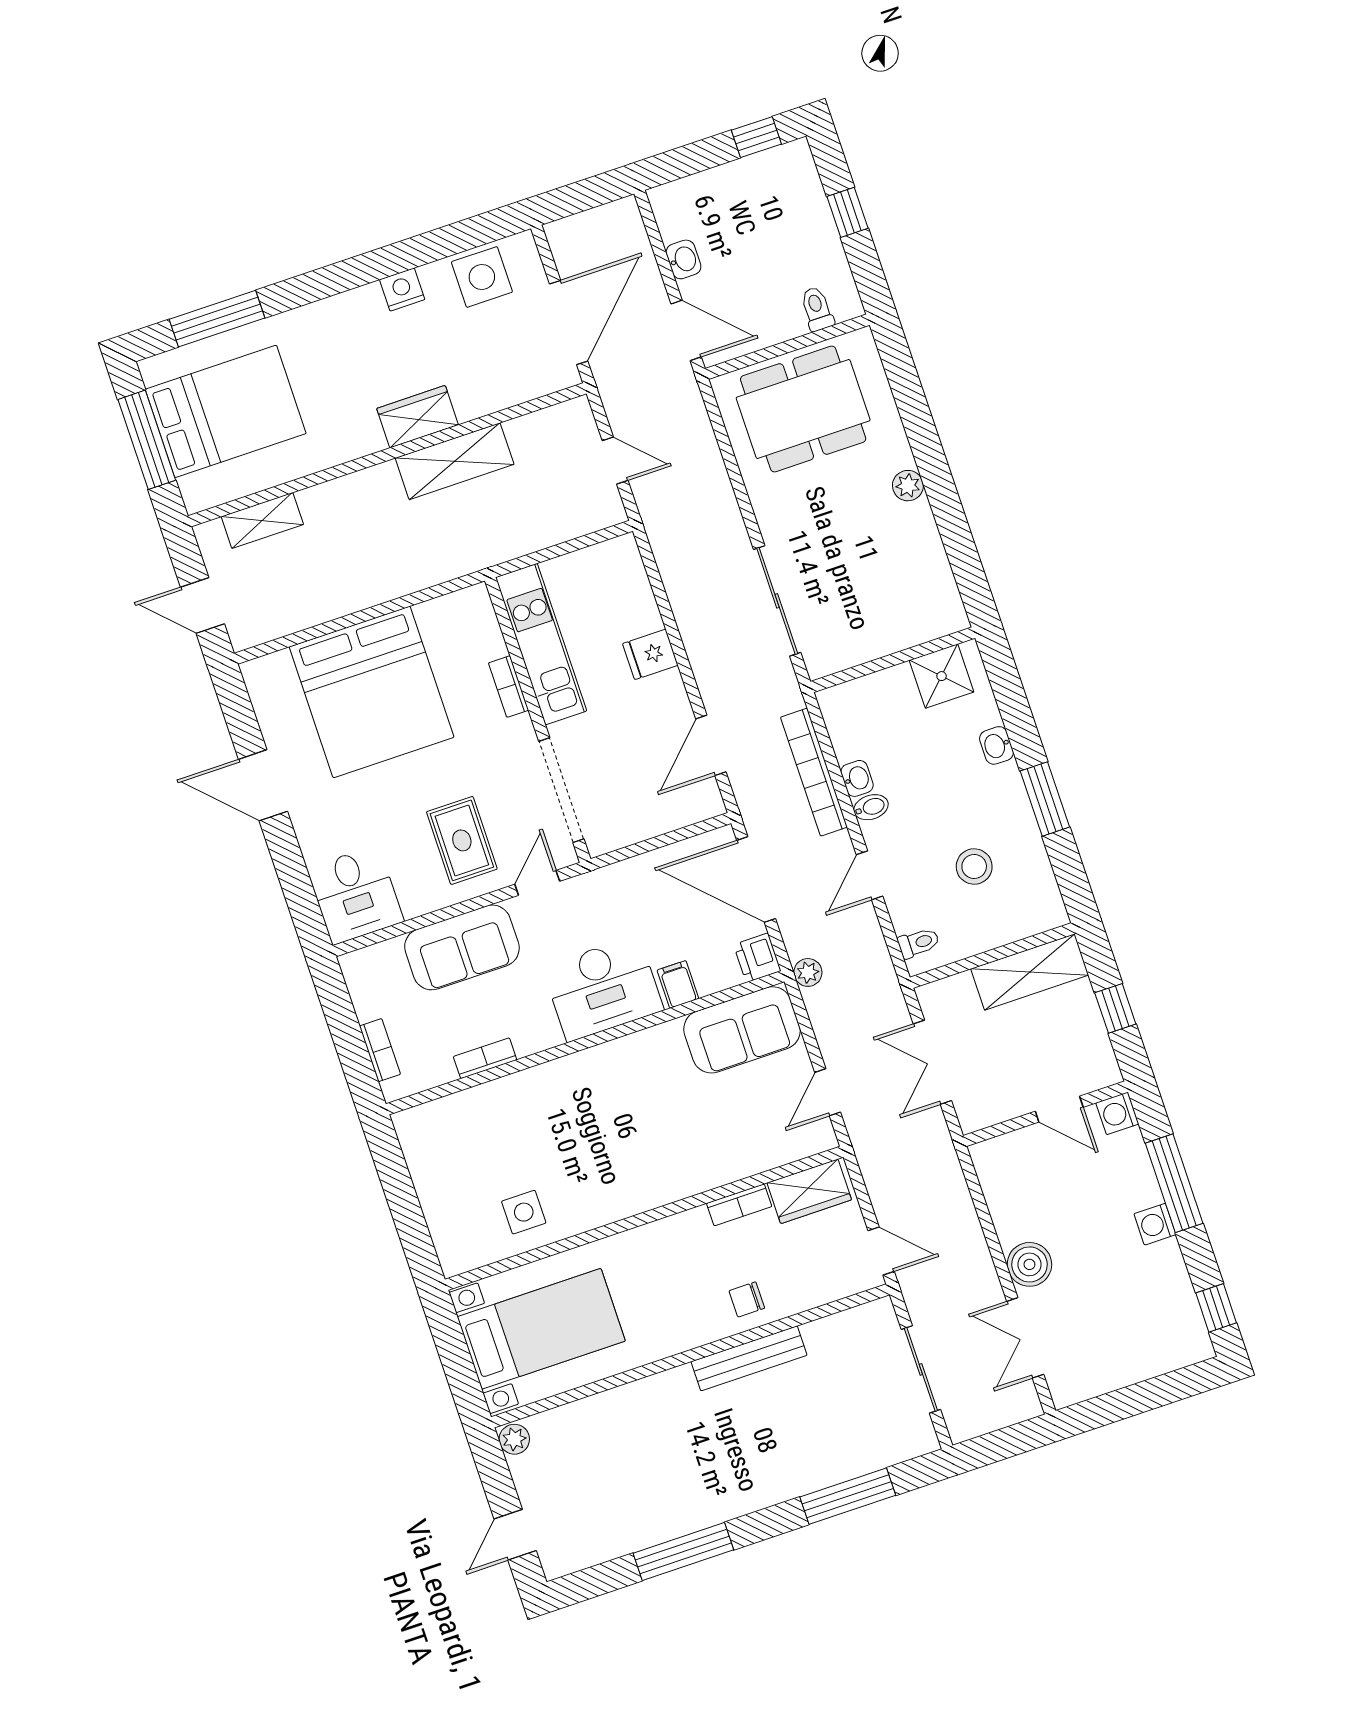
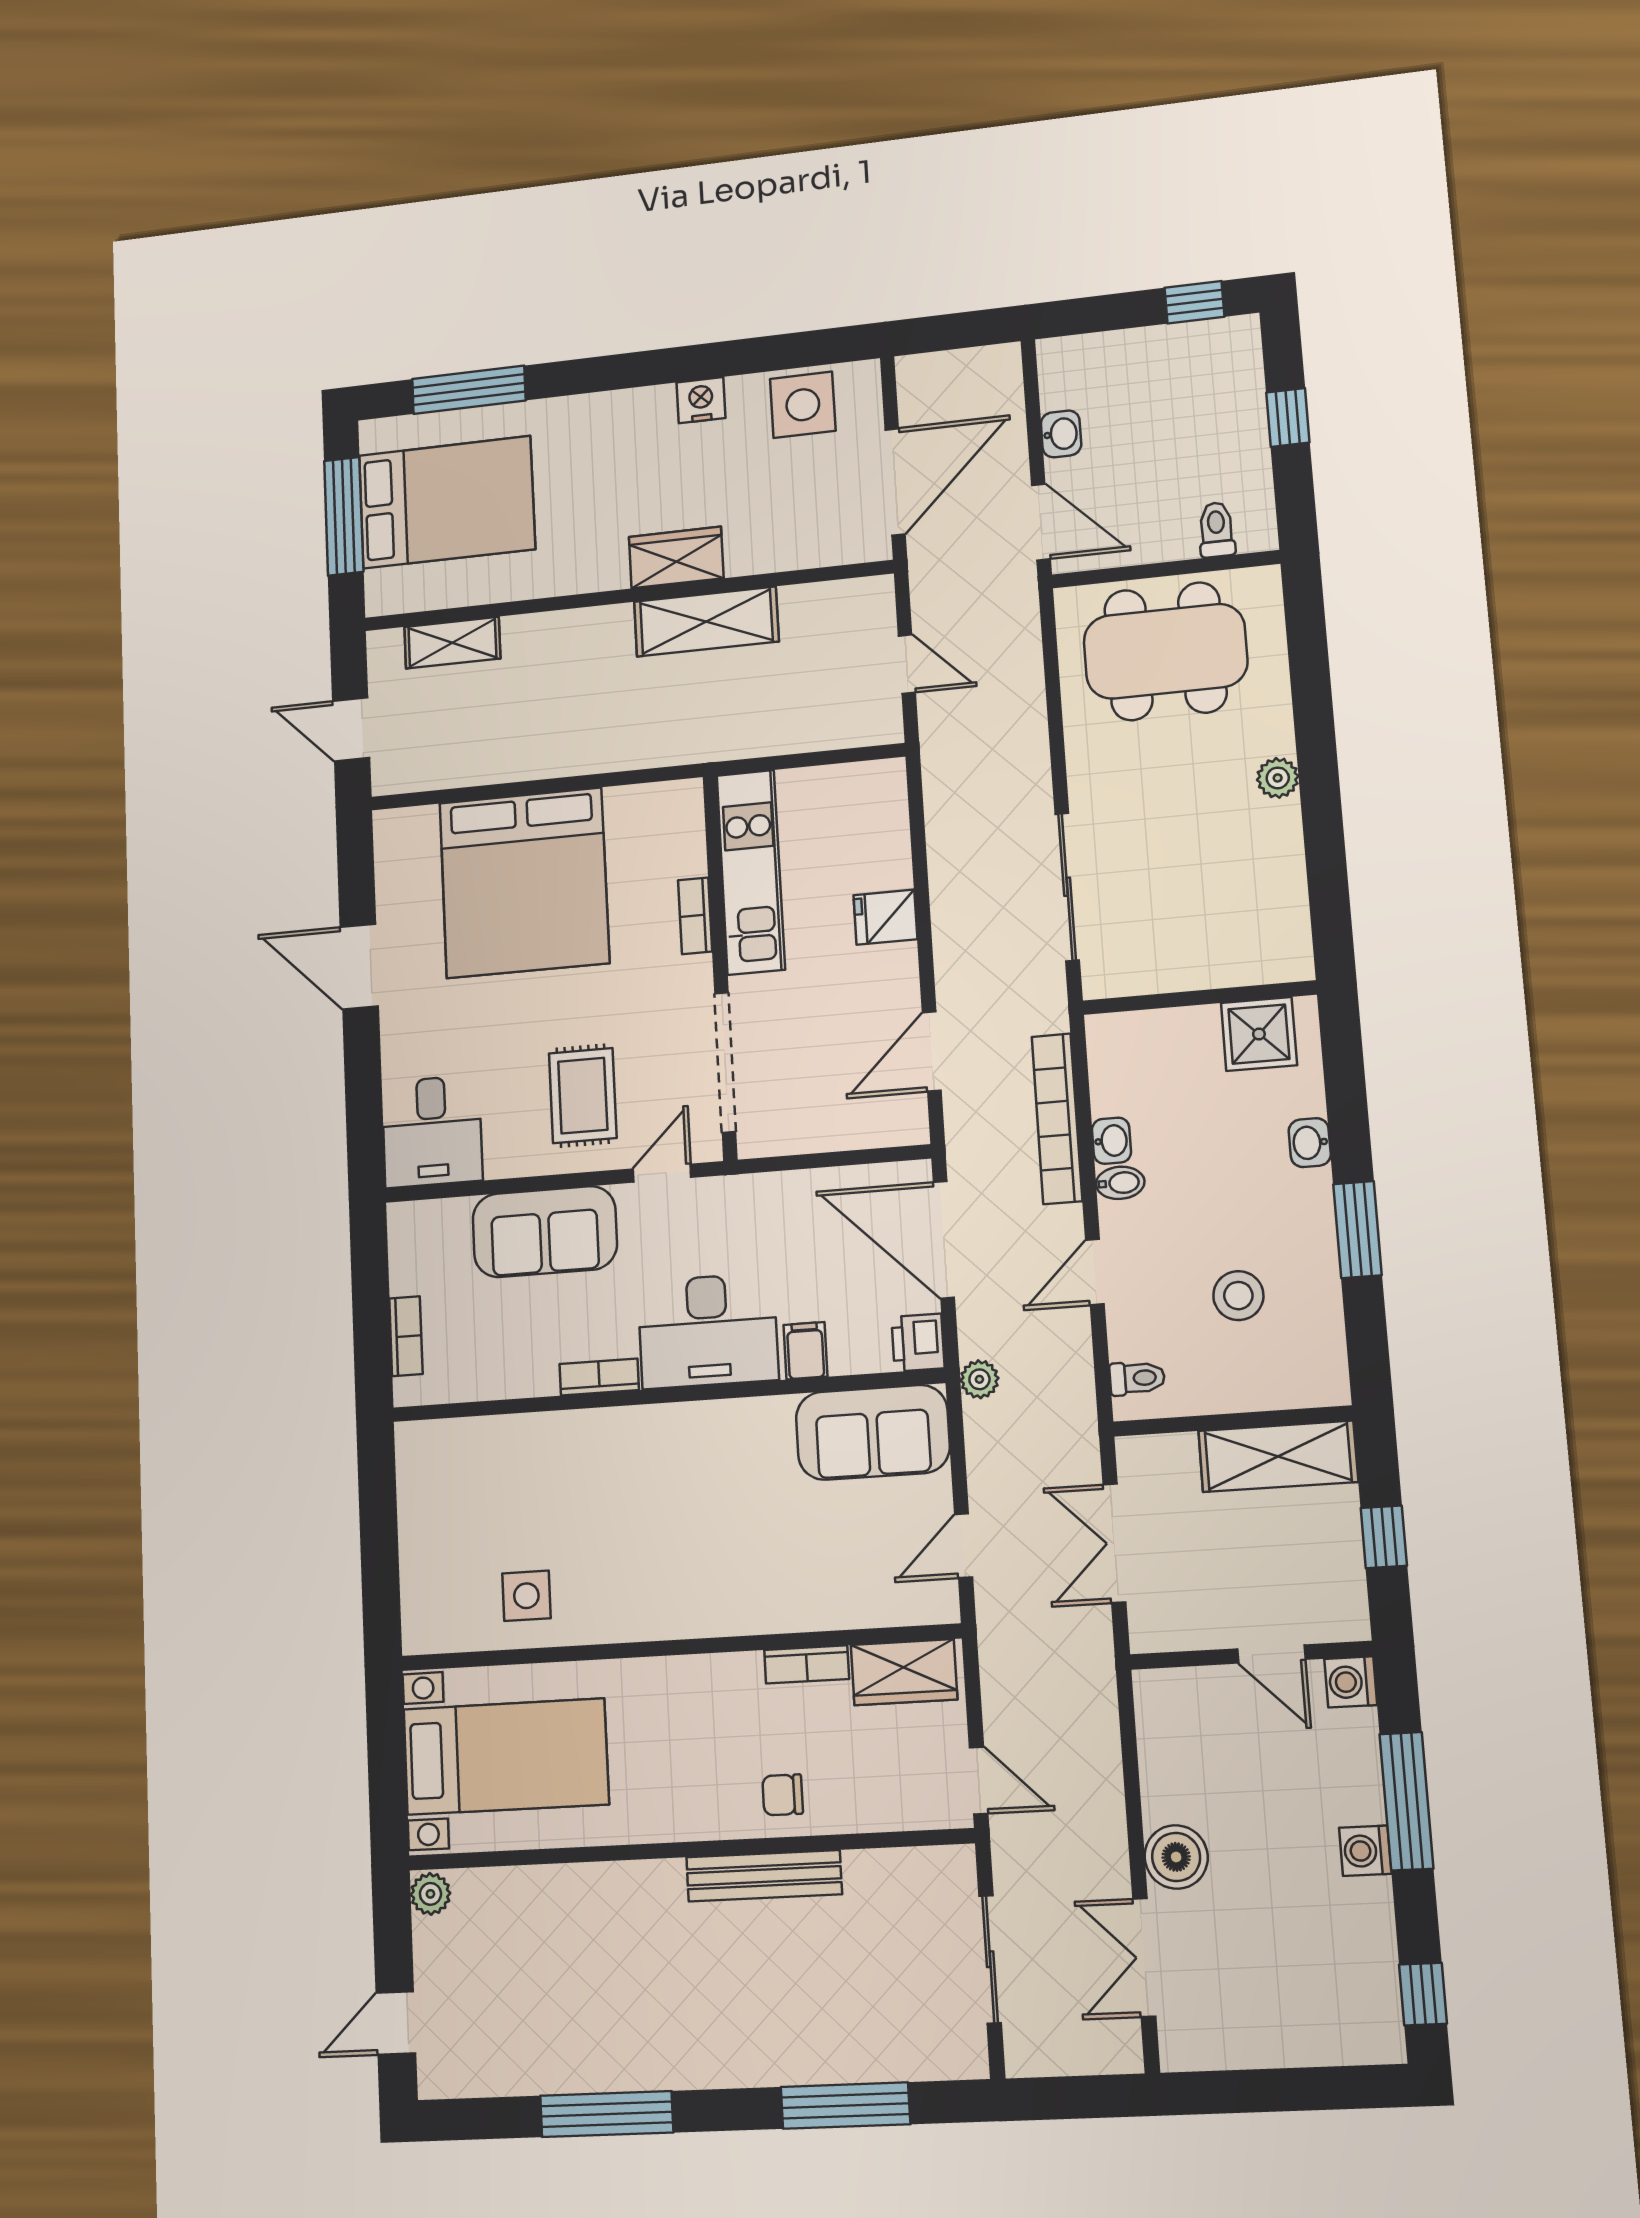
bookcase: (485, 1058) -> (599, 1377), moved

